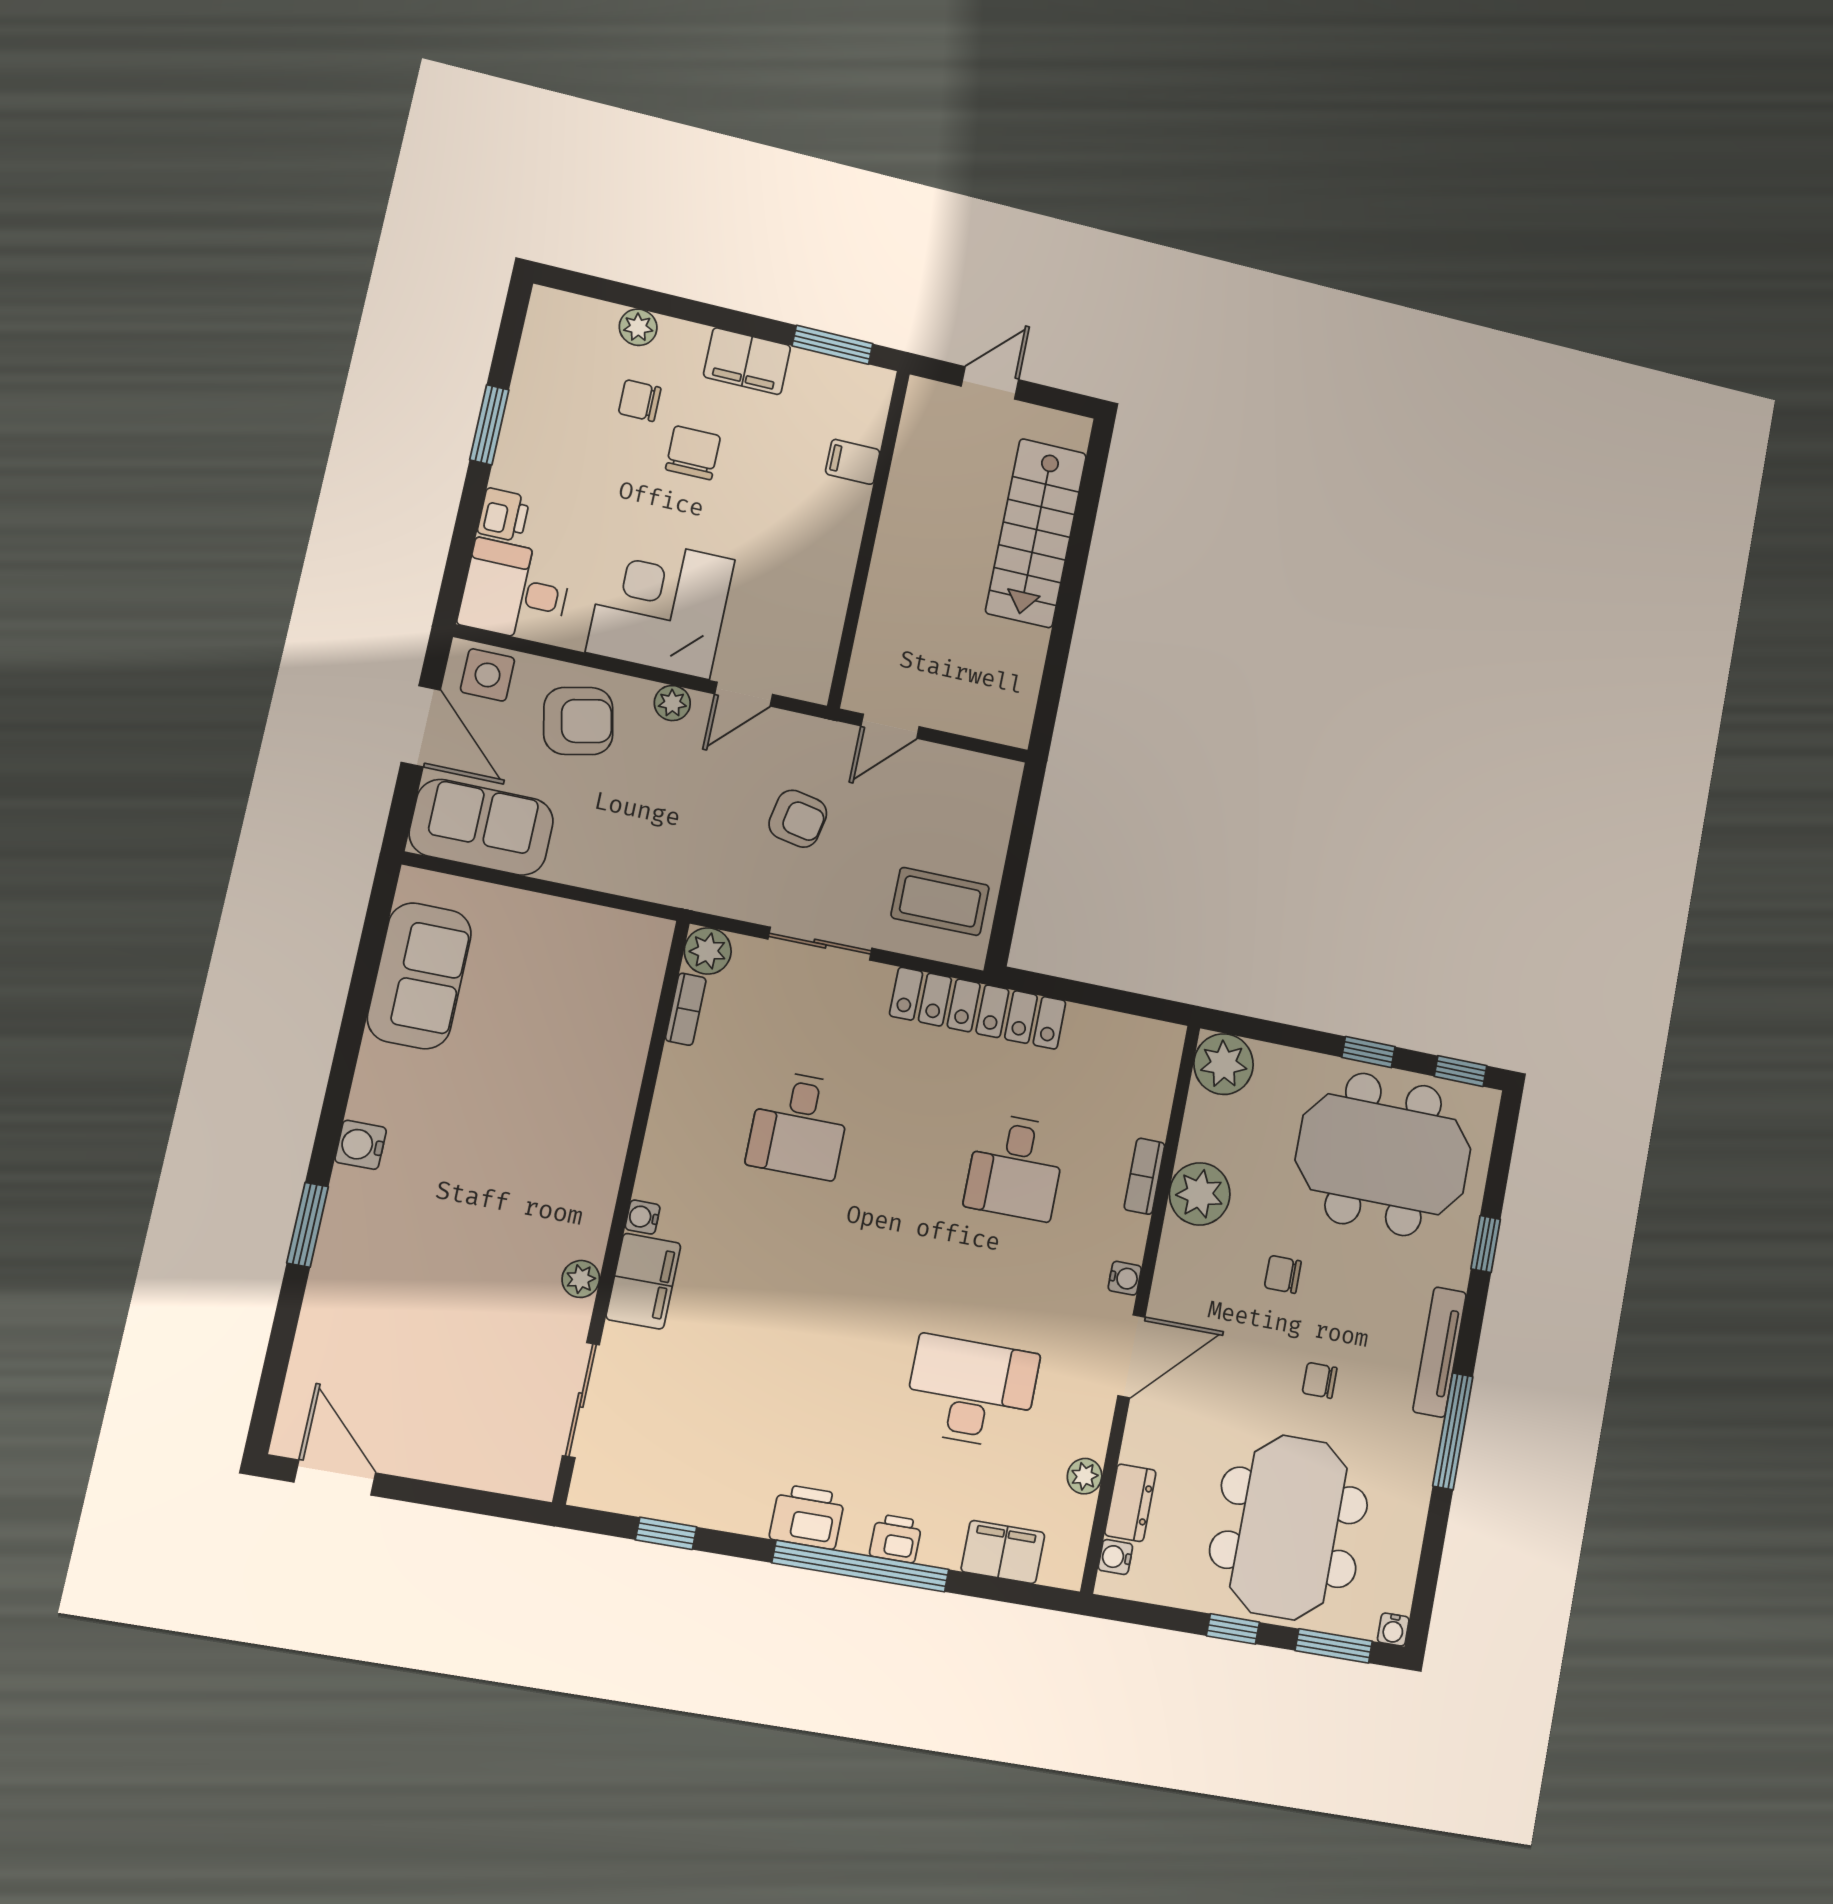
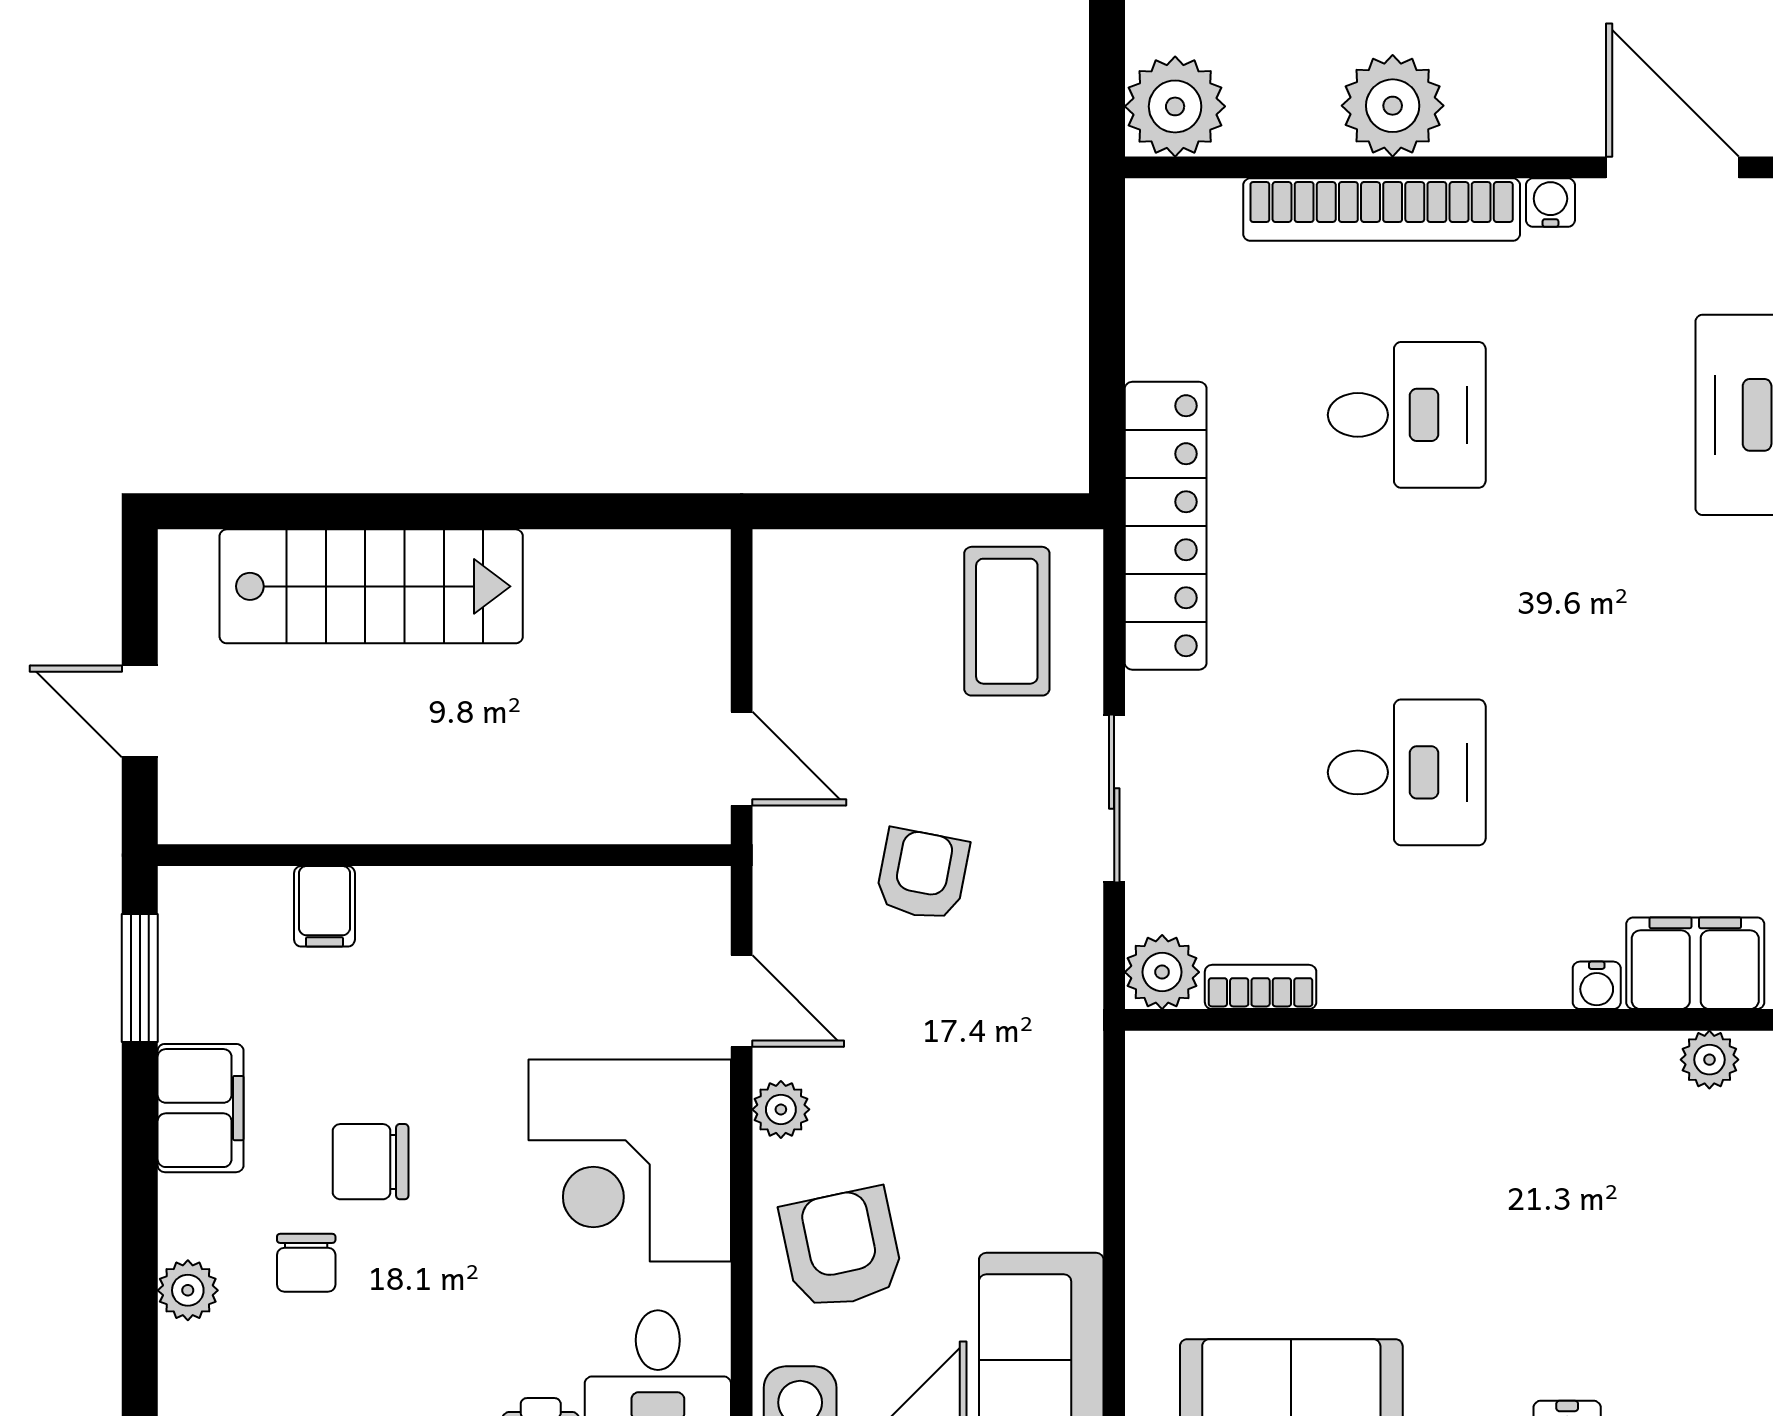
bookcase: (1144, 1176) -> (1382, 210), width x2.31, depth x1.31

